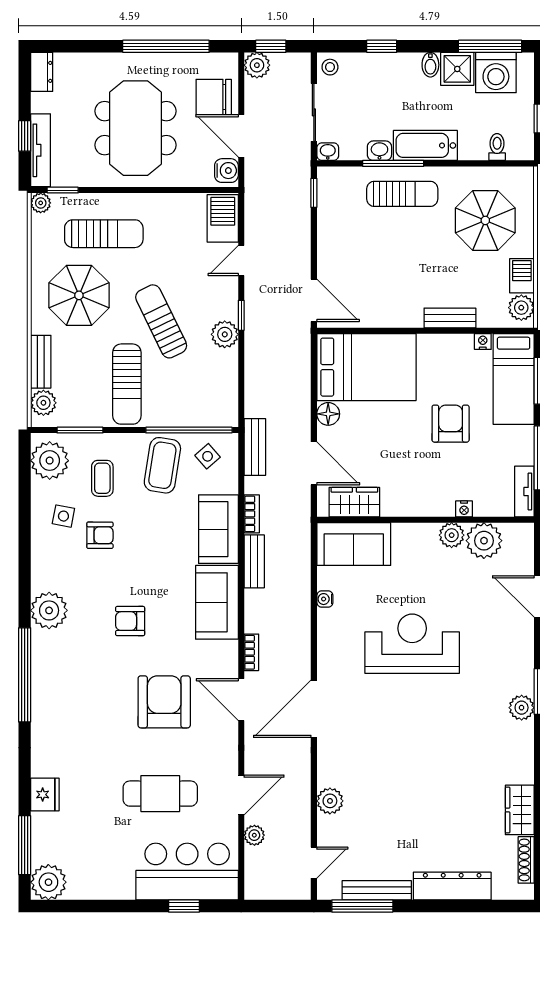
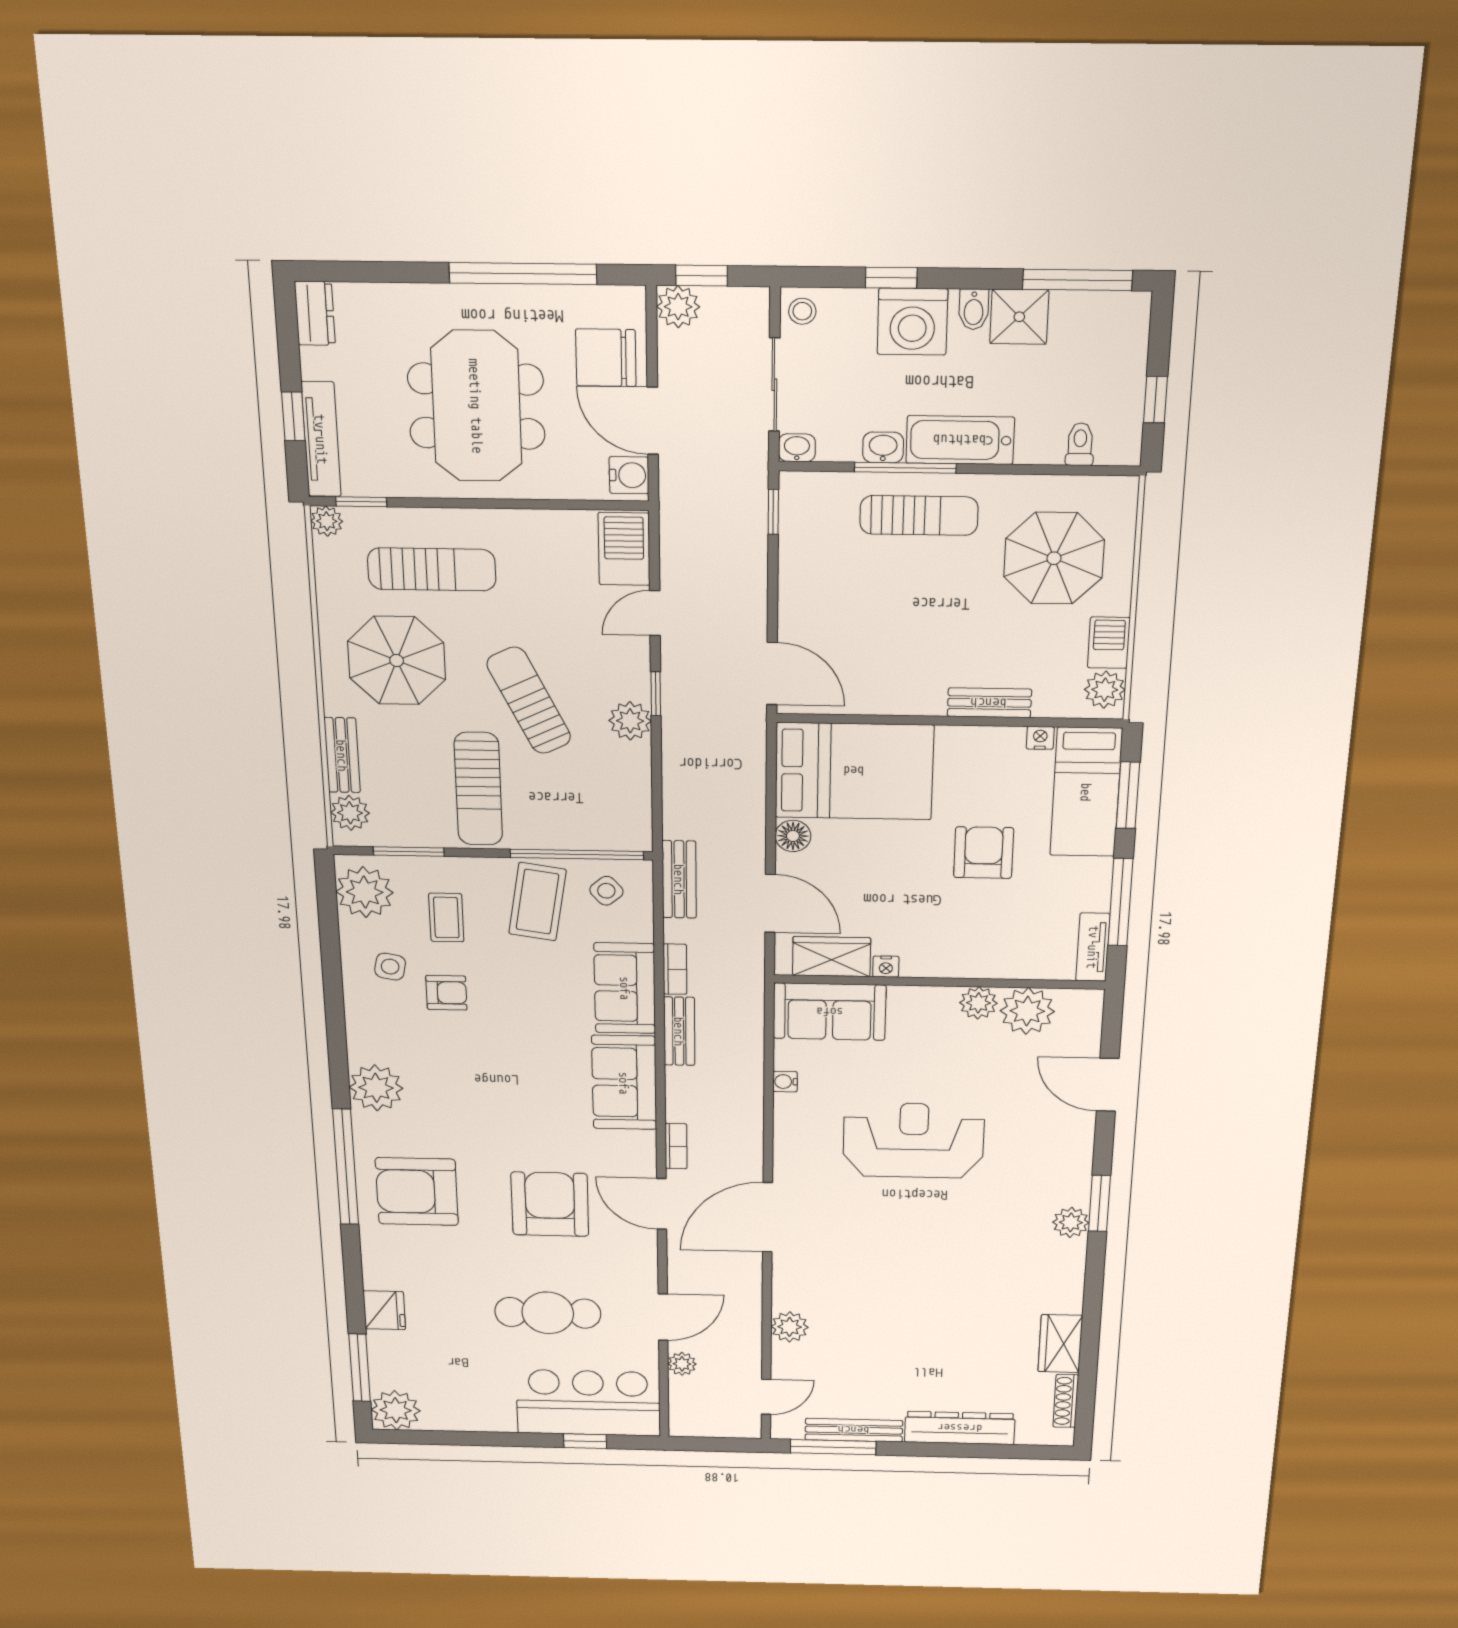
washing machine: (496, 73) -> (912, 322), moved
nightstand: (464, 509) -> (886, 967), moved
armchair: (130, 621) -> (417, 1192), moved, width x1.88, depth x1.88

